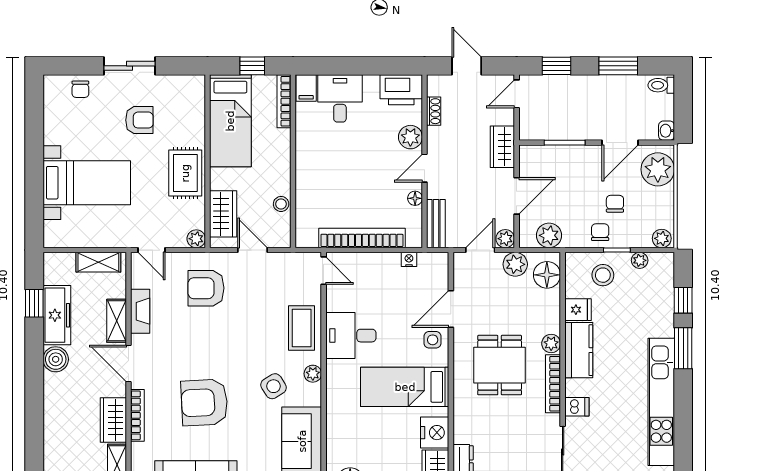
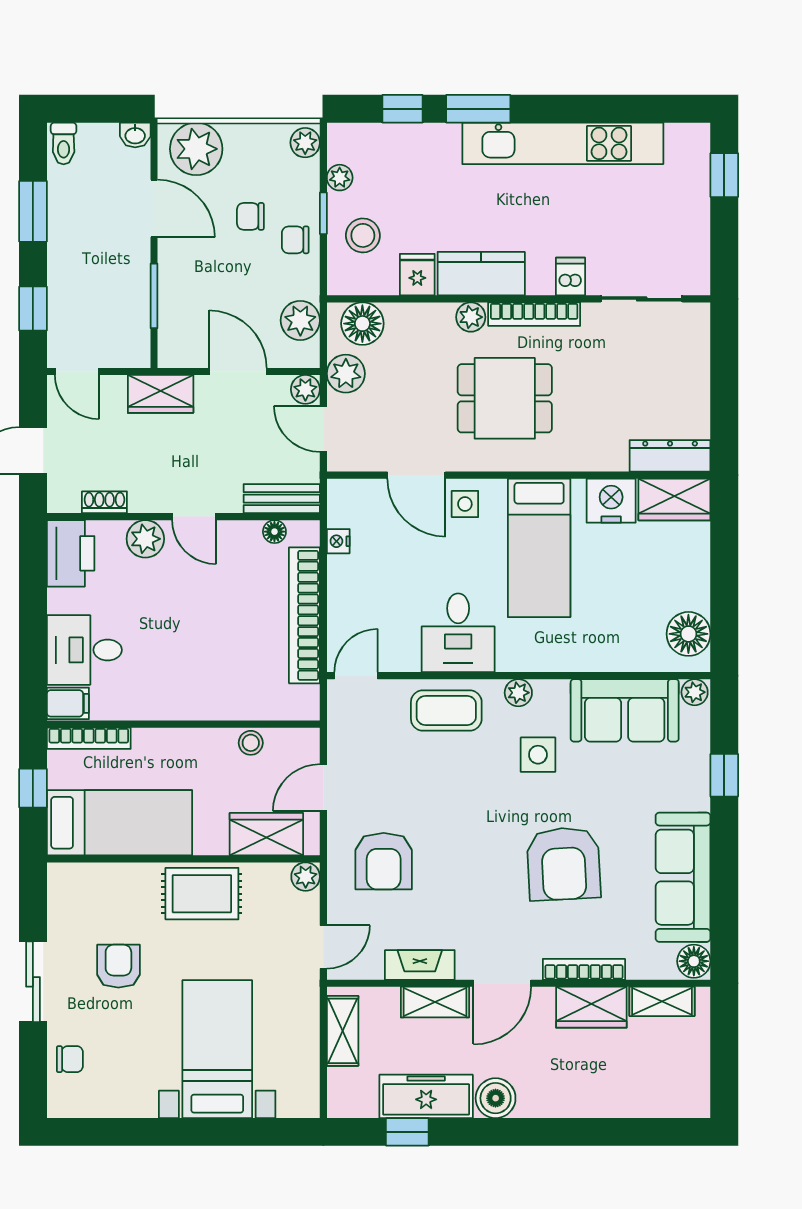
floor lamp: (415, 198) -> (274, 532), moved
side table: (274, 386) -> (538, 755), turned 32

